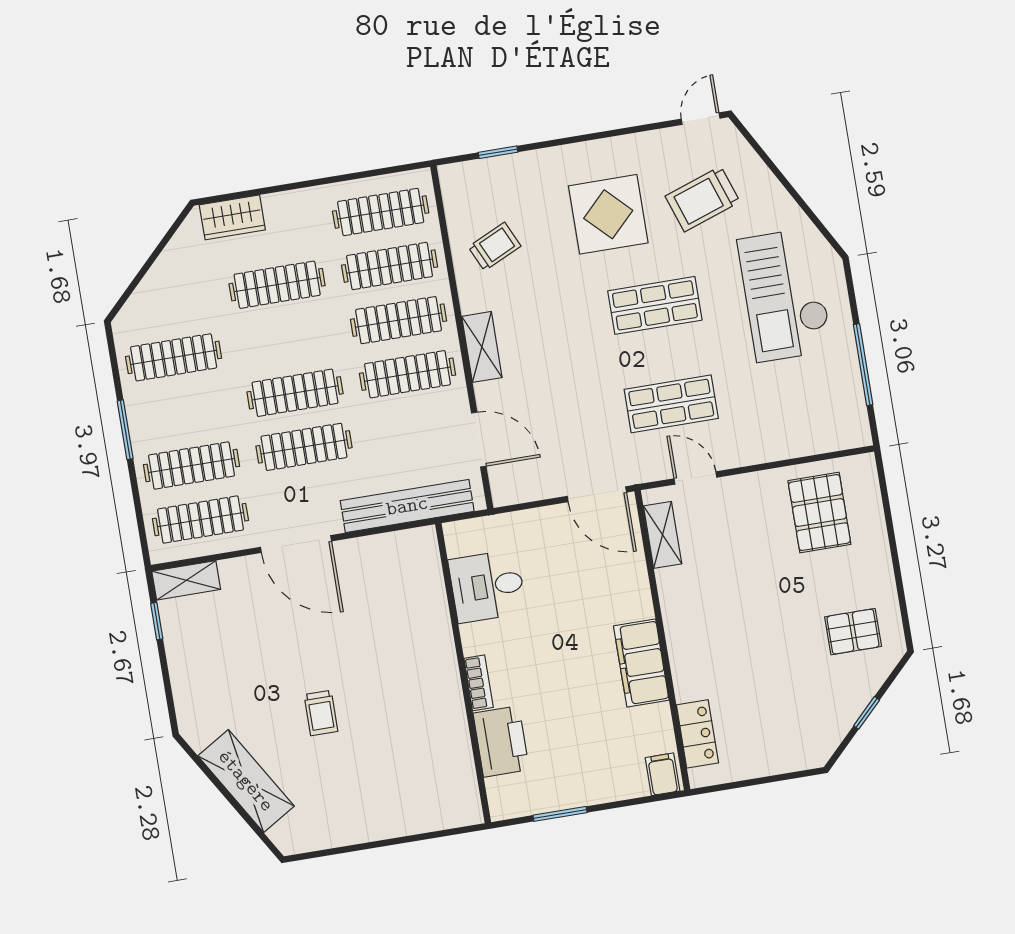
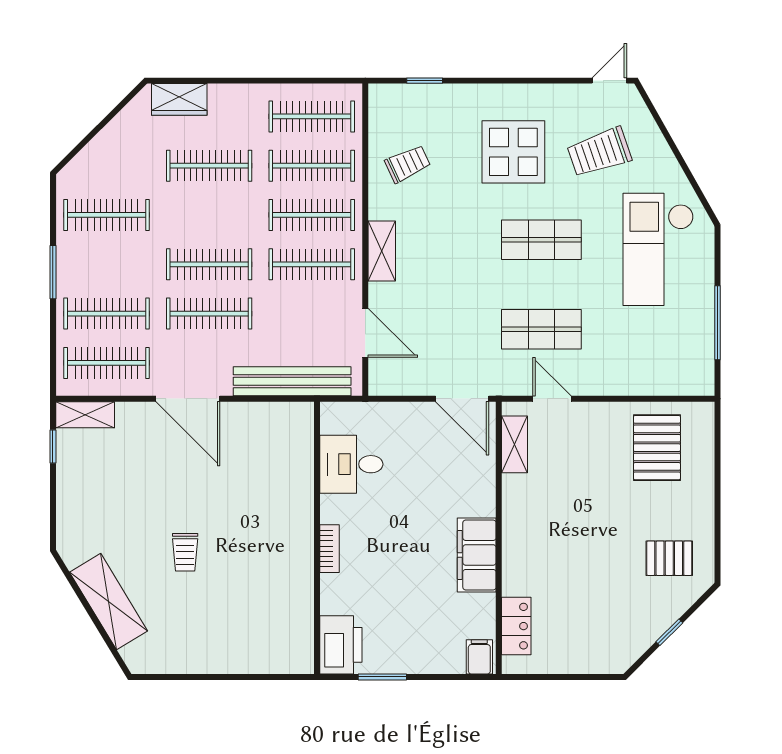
printer: (501, 741) -> (341, 645), moved

